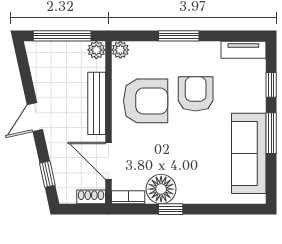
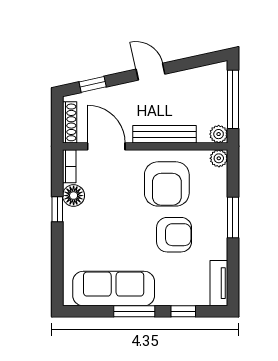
door: (108, 161) -> (106, 146), hinge flipped
floor lamp: (161, 189) -> (74, 196), width x0.73, depth x0.73
shoe rack: (91, 197) -> (70, 122), width x1.43

